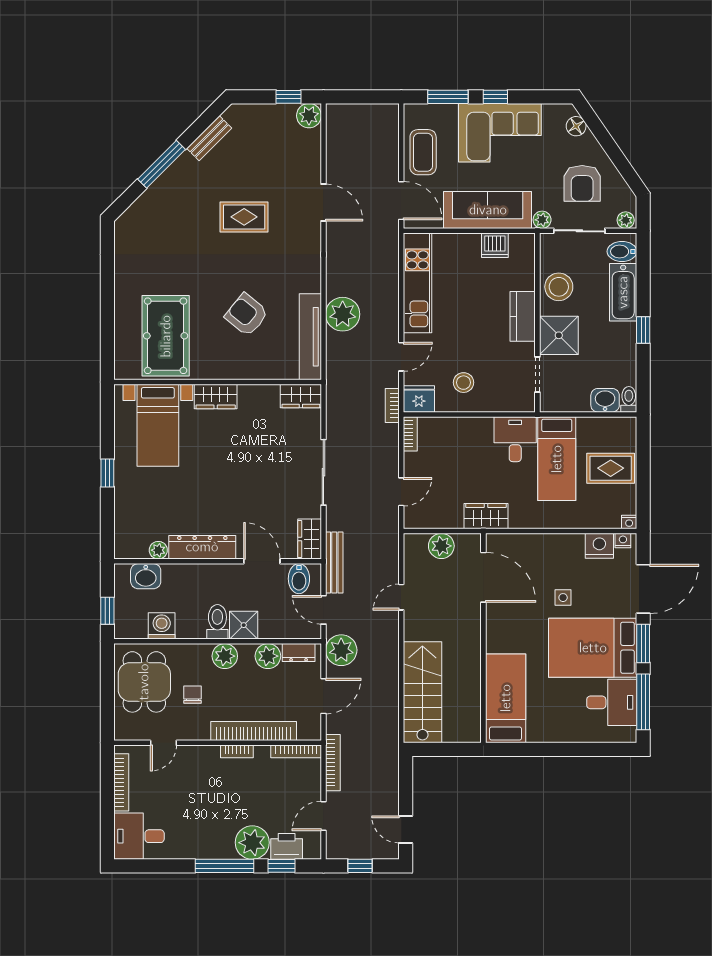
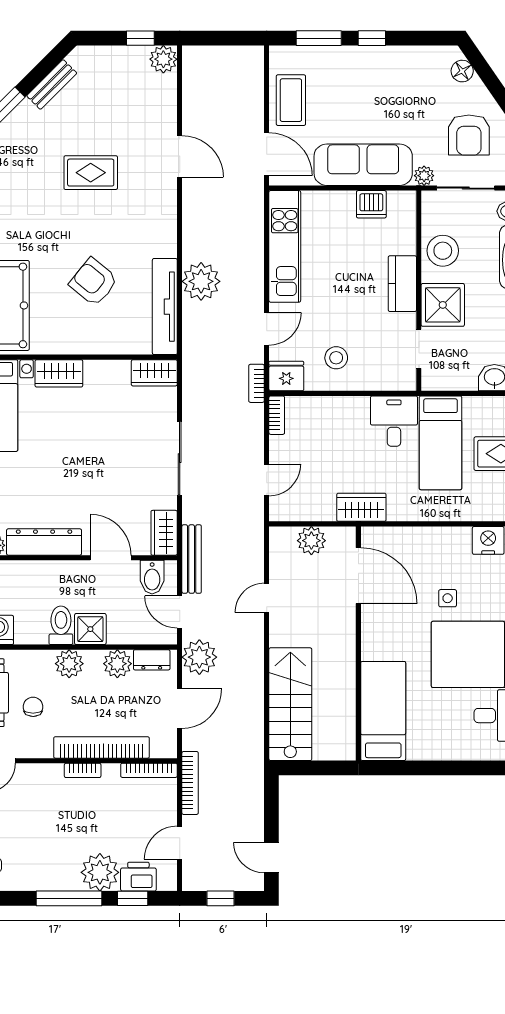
corner sofa: (500, 133) -> (377, 78), removed

